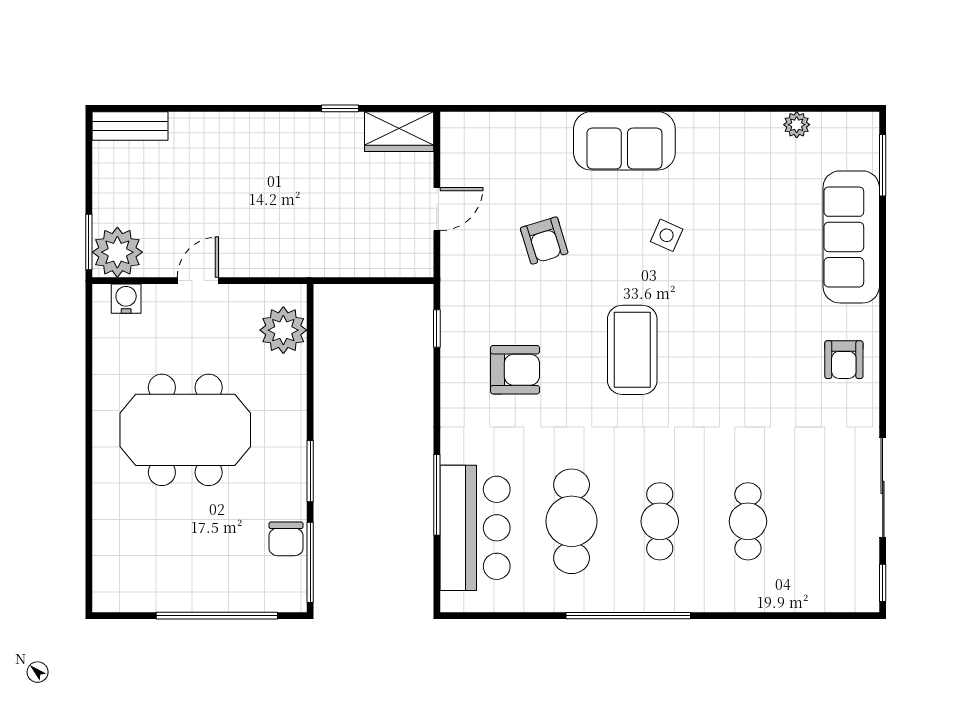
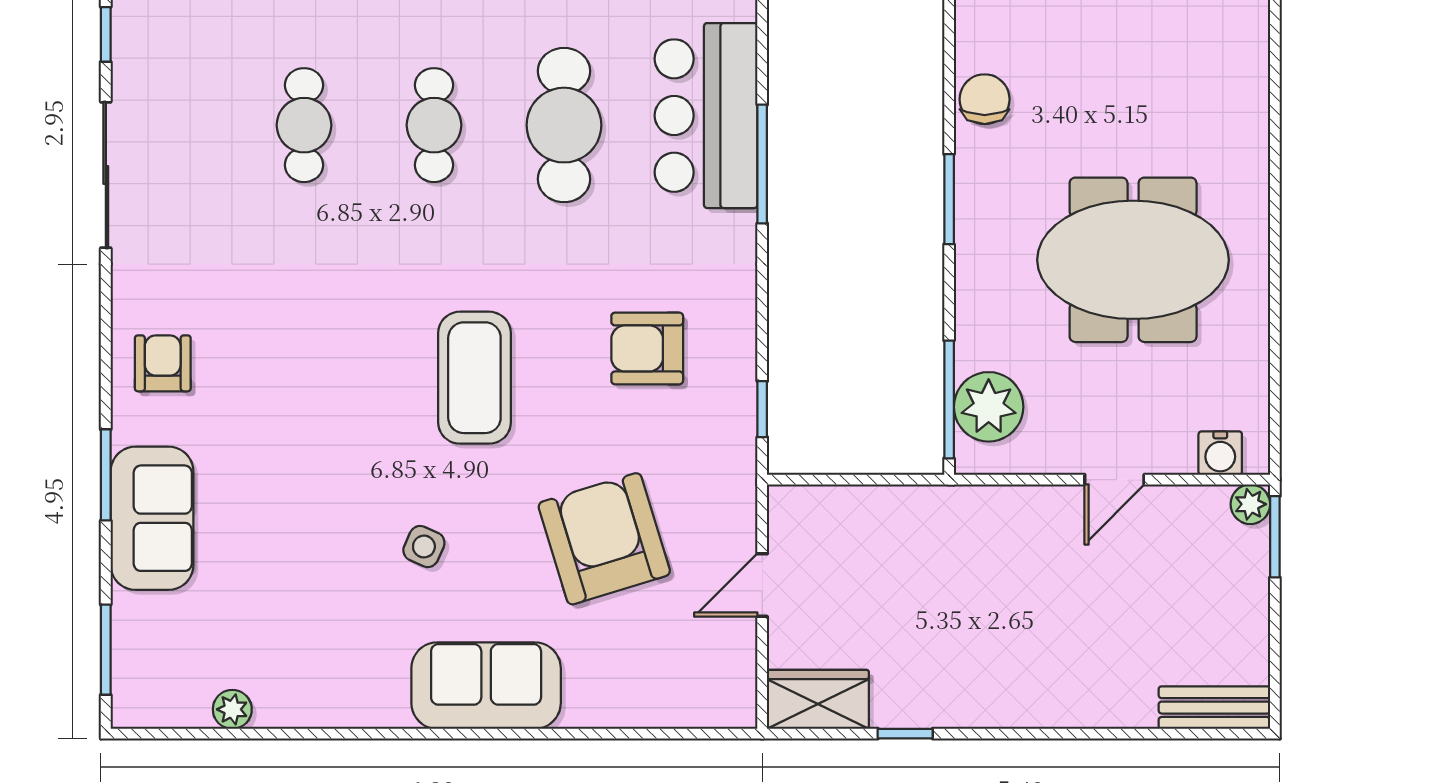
sofa: (851, 237) -> (152, 518), width x0.73
armchair: (544, 241) -> (604, 539), width x1.88, depth x1.88
plant: (117, 252) -> (1250, 504), width x0.53, depth x0.53
window: (883, 284) -> (106, 475), added
window: (310, 562) -> (949, 399), moved

